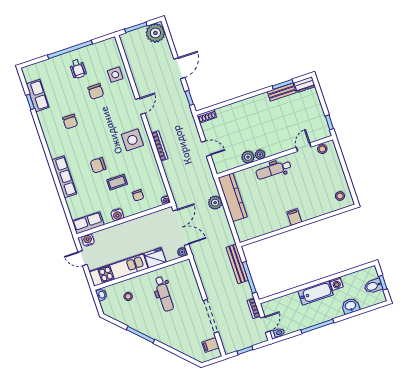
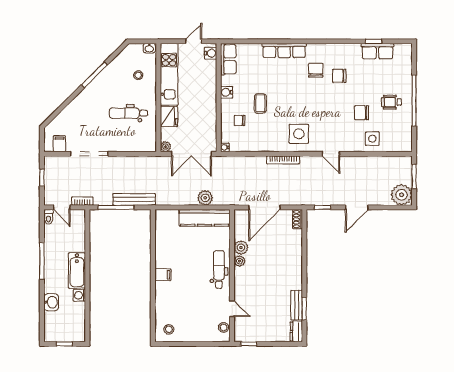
door: (179, 68) -> (357, 207), hinge flipped
door: (206, 148) -> (264, 207), width x1.88
chair: (98, 165) -> (316, 70), moved
bidet: (373, 286) -> (64, 333), removed

